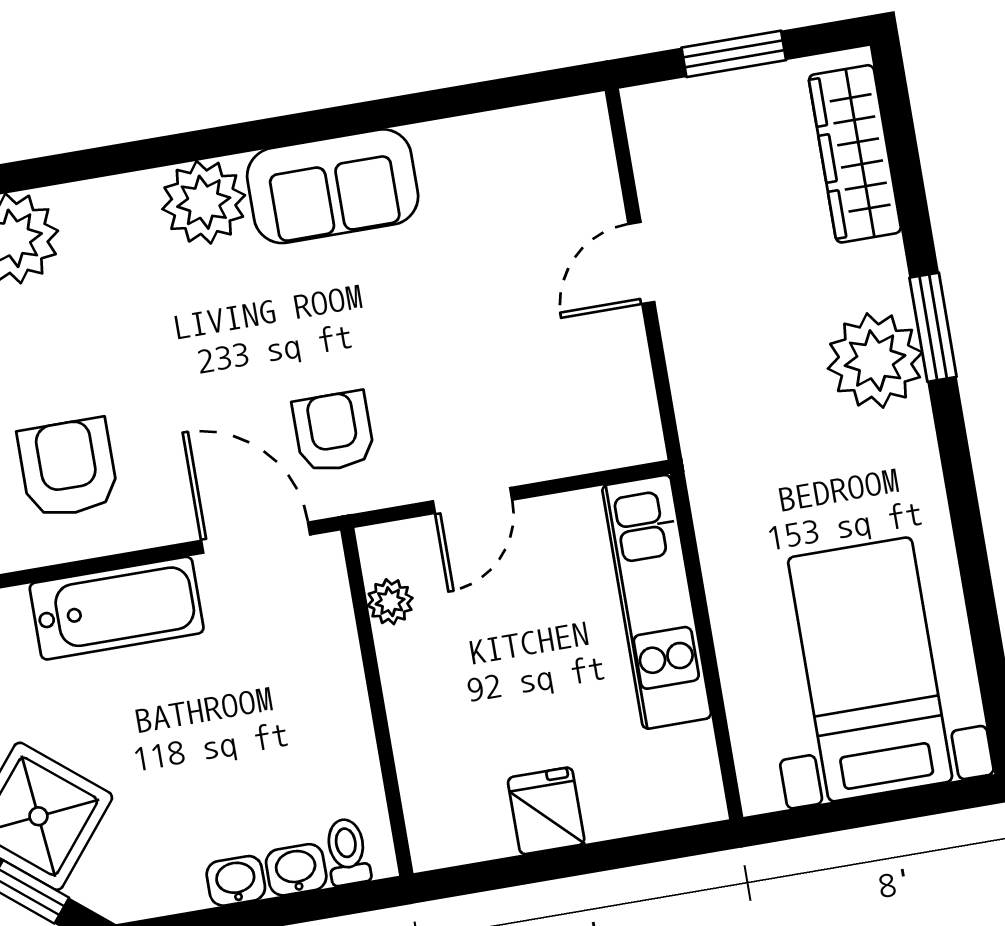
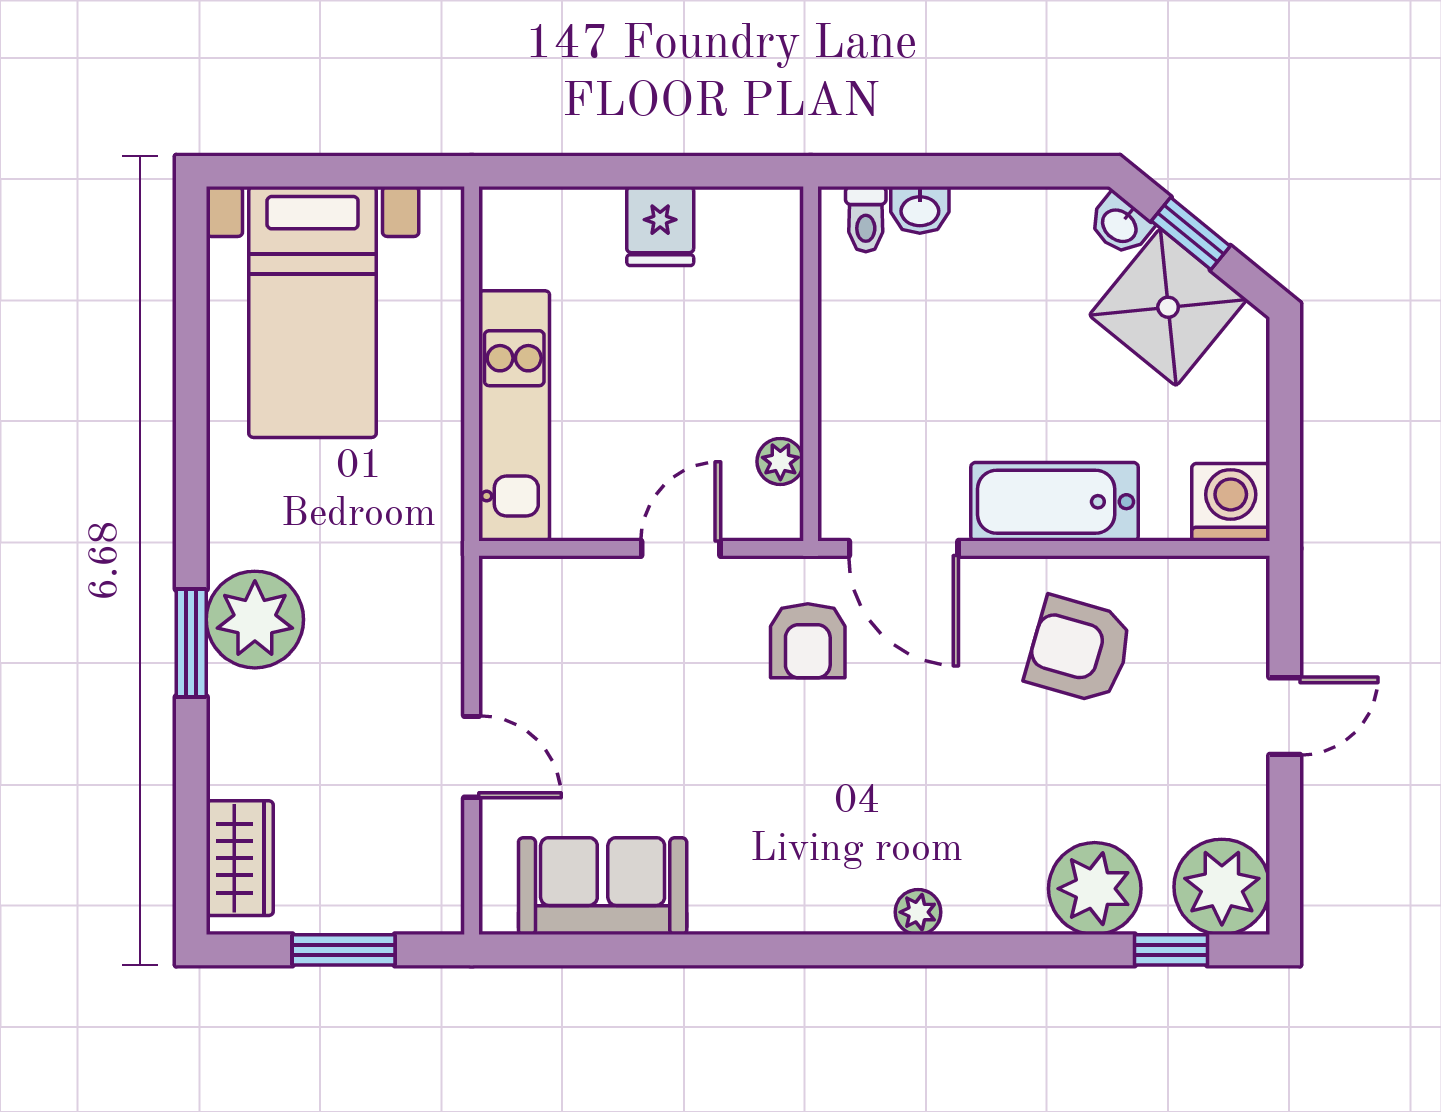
wardrobe: (855, 154) -> (240, 858), width x0.67
sofa: (333, 186) -> (603, 886), moved
plant: (204, 202) -> (918, 912), width x0.53, depth x0.53
door: (641, 263) -> (472, 757), hinge flipped
armchair: (68, 468) -> (1079, 650), turned 106
washbasin: (236, 881) -> (1120, 225), moved, turned 39

